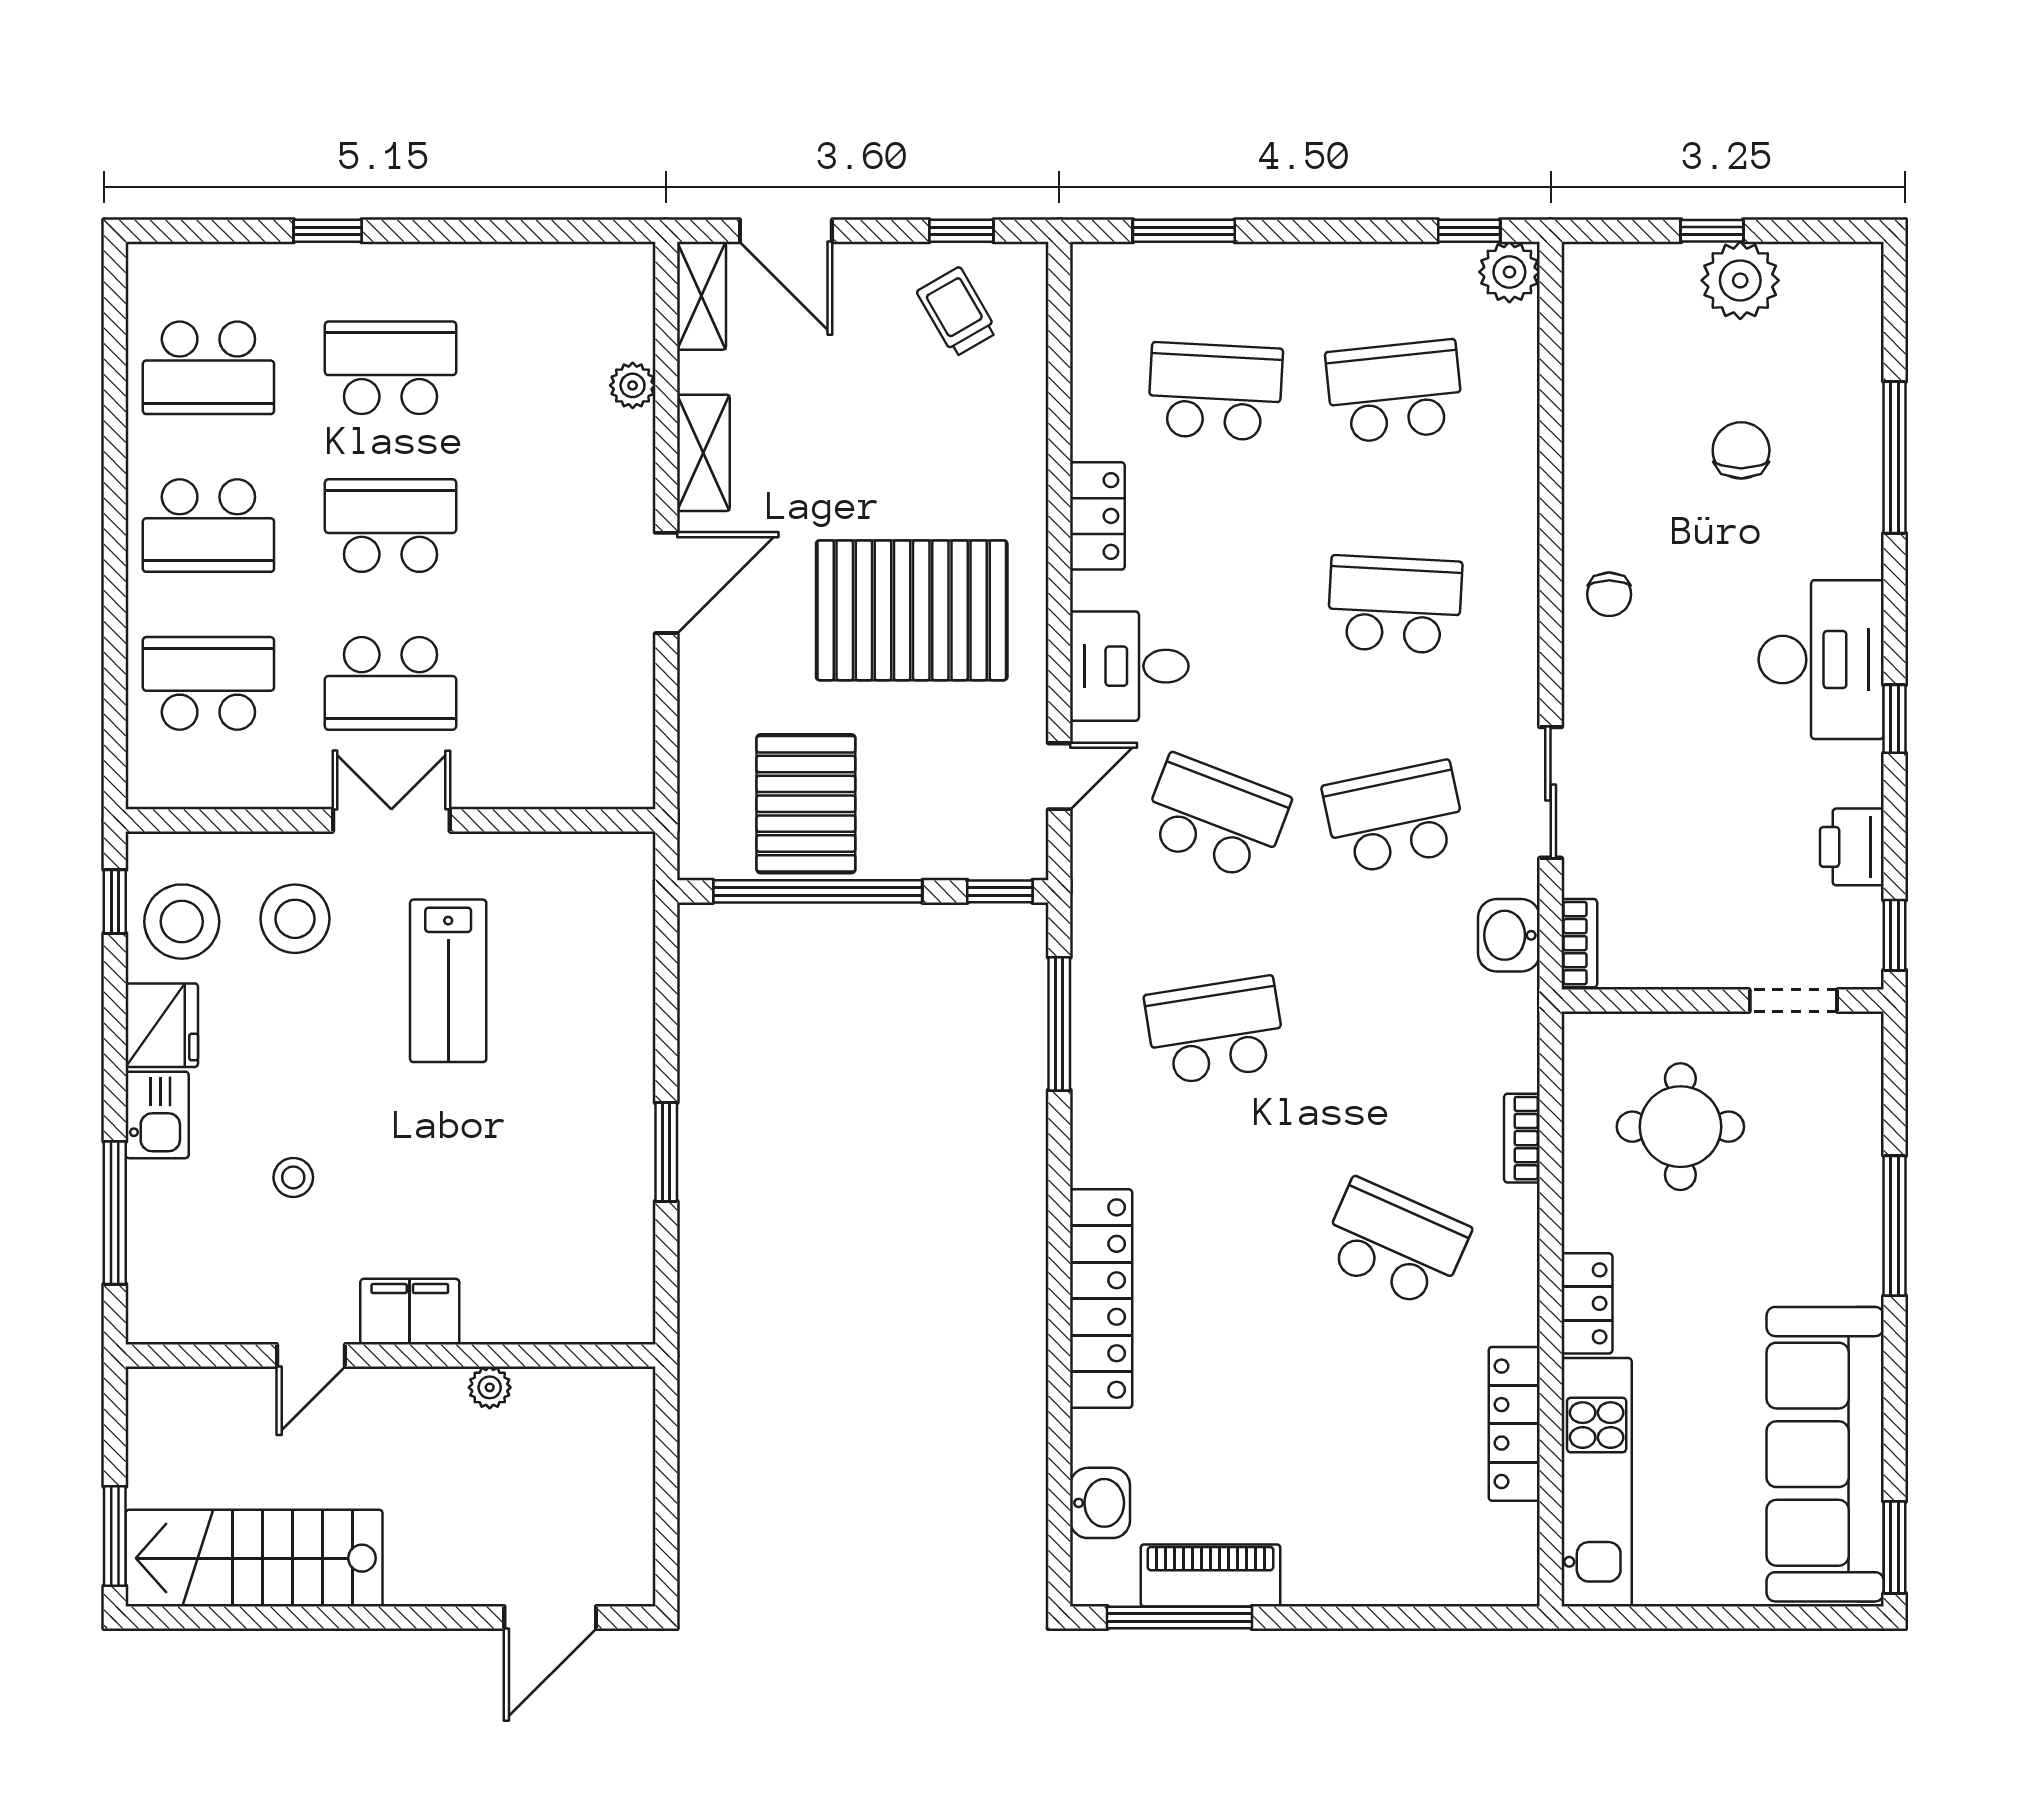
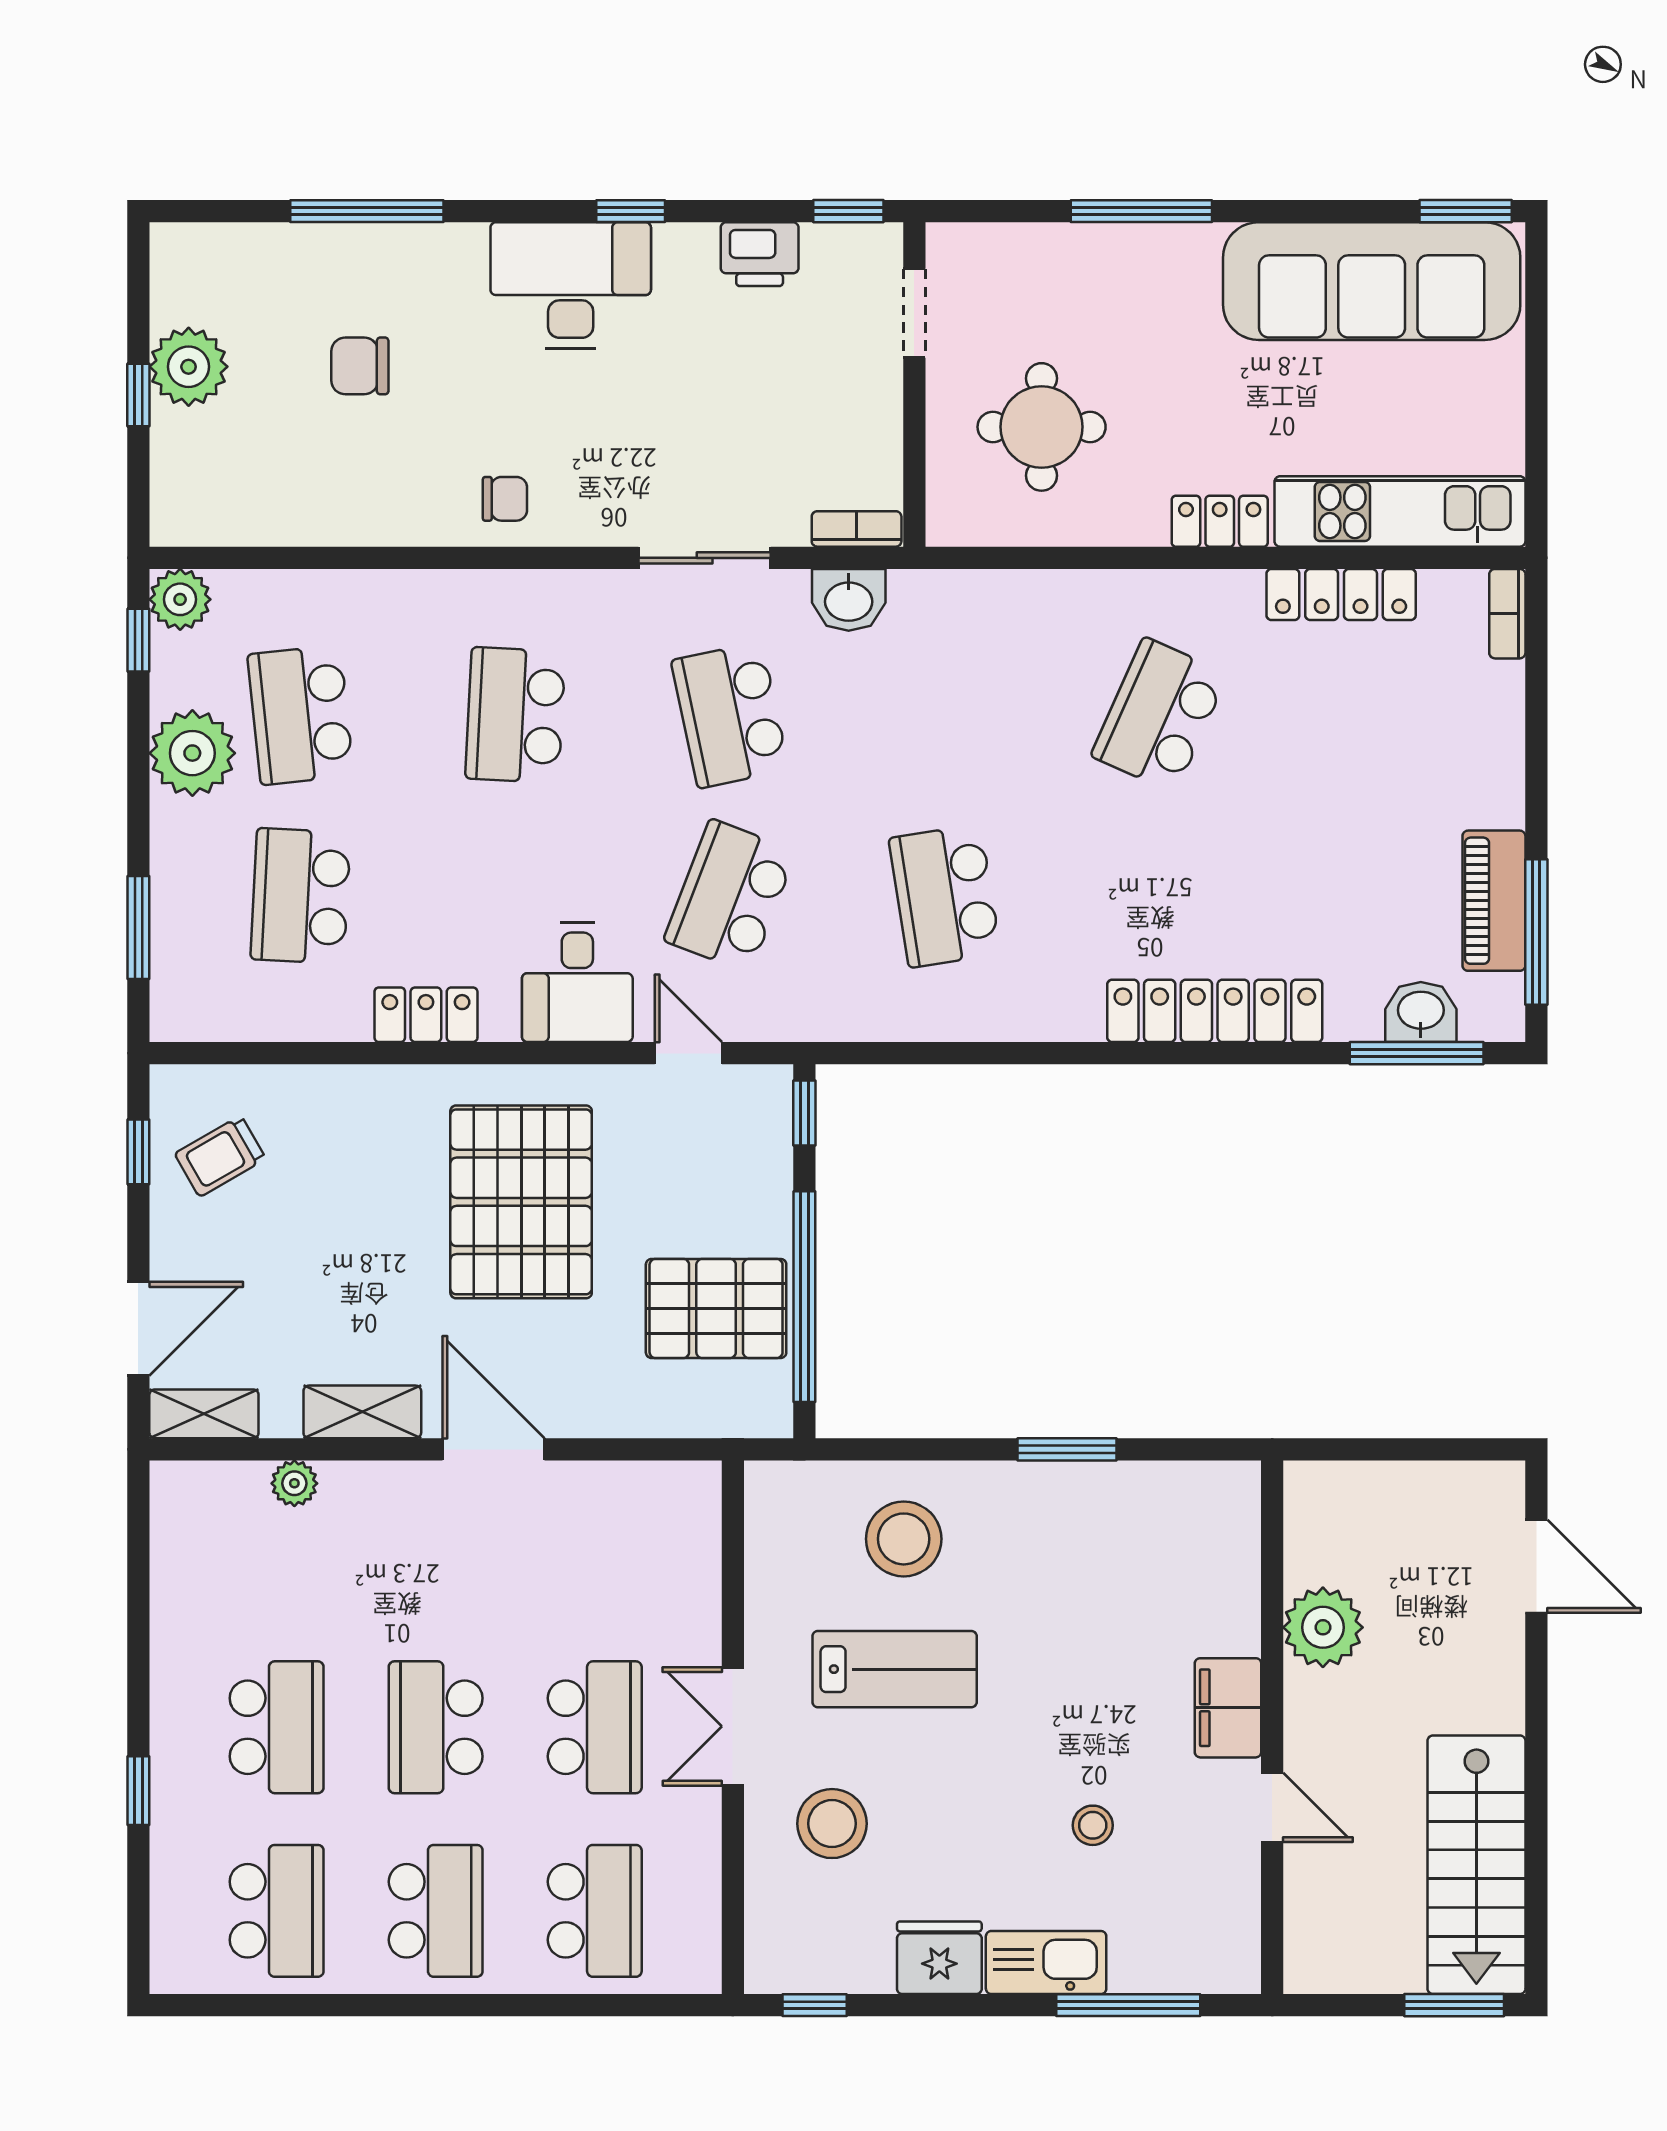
plant: (1357, 284) -> (192, 753), added
school desk: (391, 368) -> (277, 1727), turned 180
school desk: (208, 683) -> (595, 1911), turned 180
stool: (182, 922) -> (904, 1539), moved
window: (1059, 1024) -> (1417, 1053), moved
kitchen sink: (157, 1115) -> (1046, 1962), width x1.38
bookcase: (1522, 1138) -> (1507, 614), moved, turned 90
plant: (490, 1387) -> (1323, 1627), width x1.88, depth x1.88

